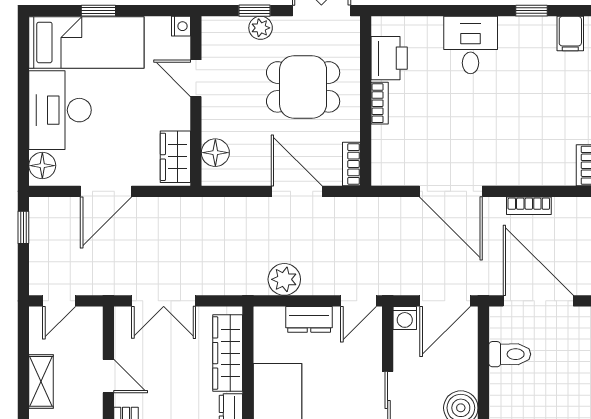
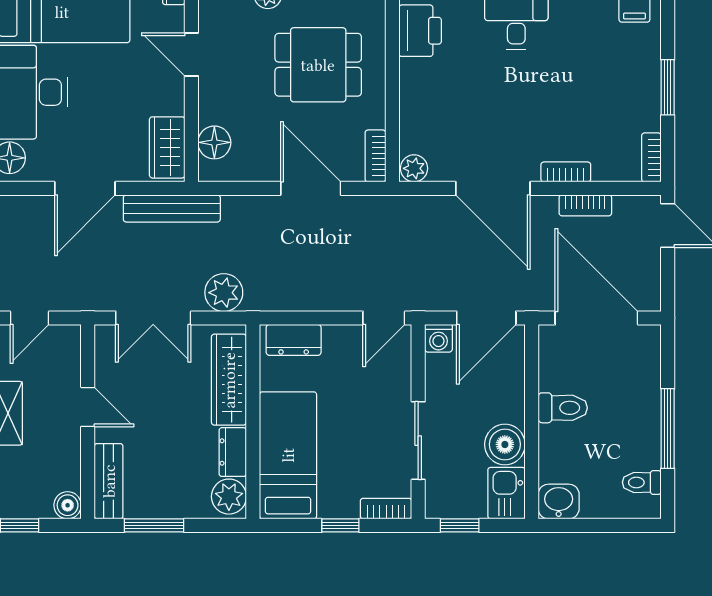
bookcase: (380, 103) -> (566, 172), moved, turned -90
plant: (384, 174) -> (414, 168), added
bench: (179, 208) -> (172, 208), added
plant: (284, 279) -> (224, 293), moved
dresser: (309, 319) -> (294, 340), moved
toilet: (510, 354) -> (563, 408), moved

